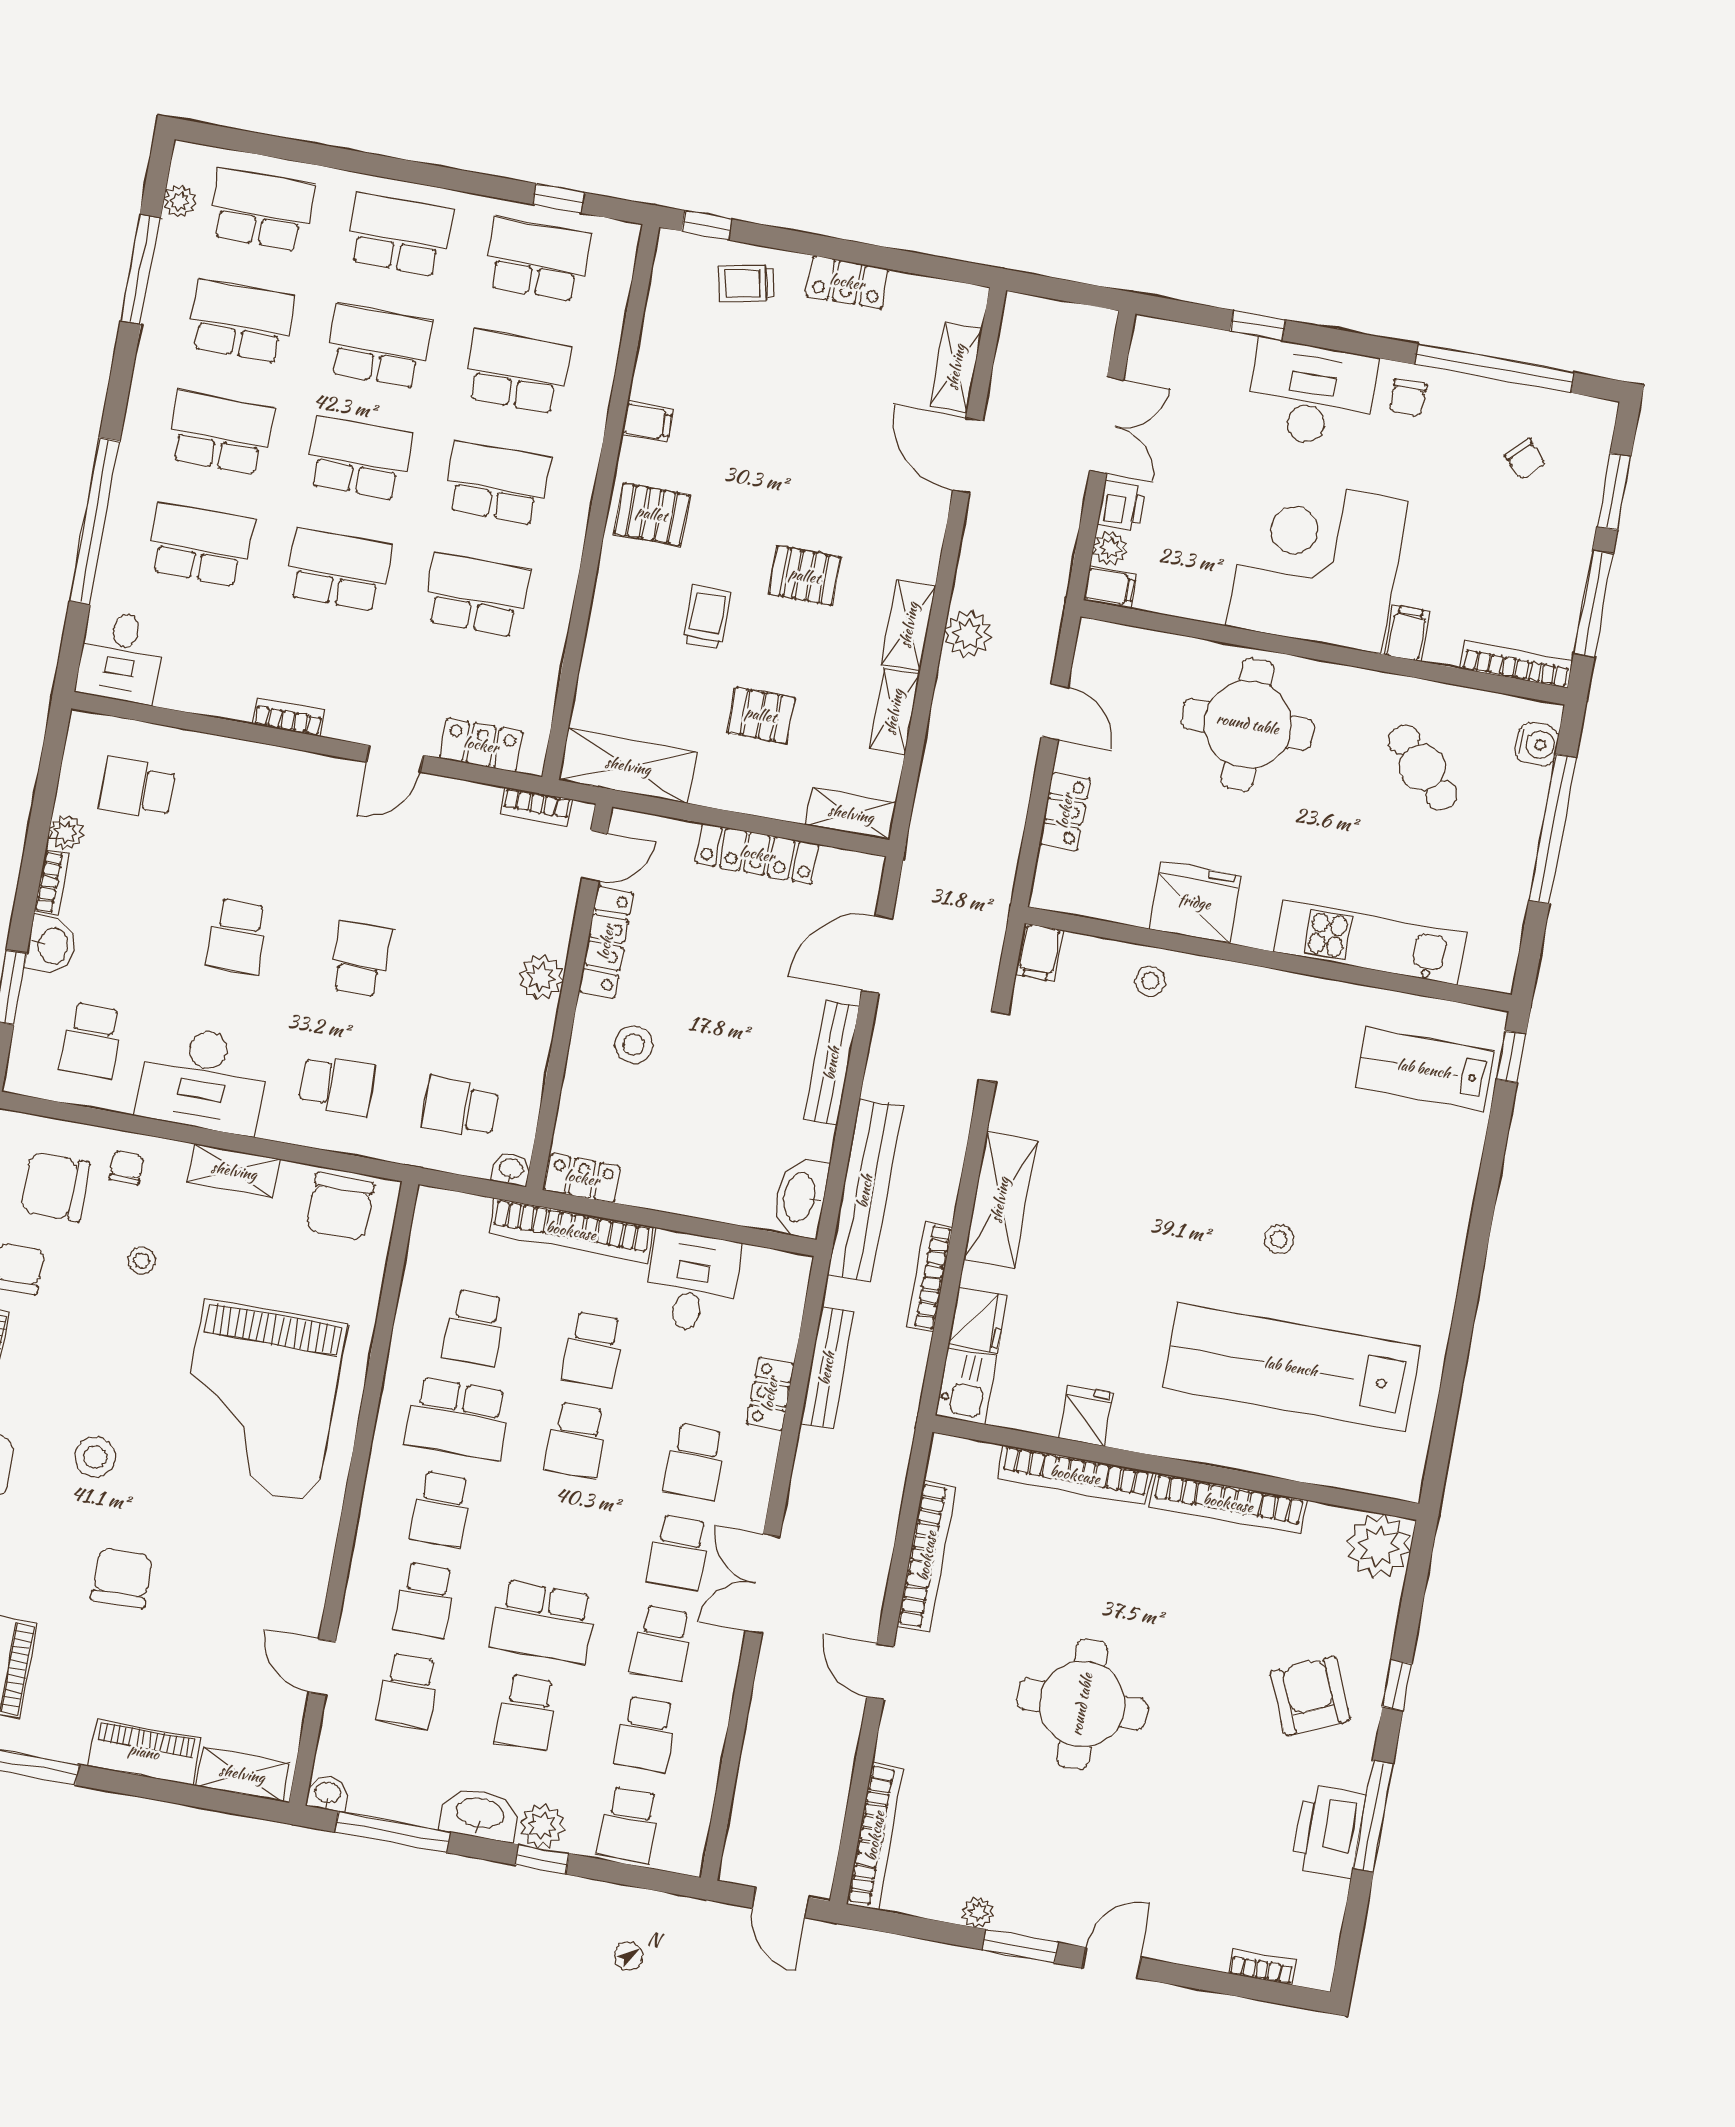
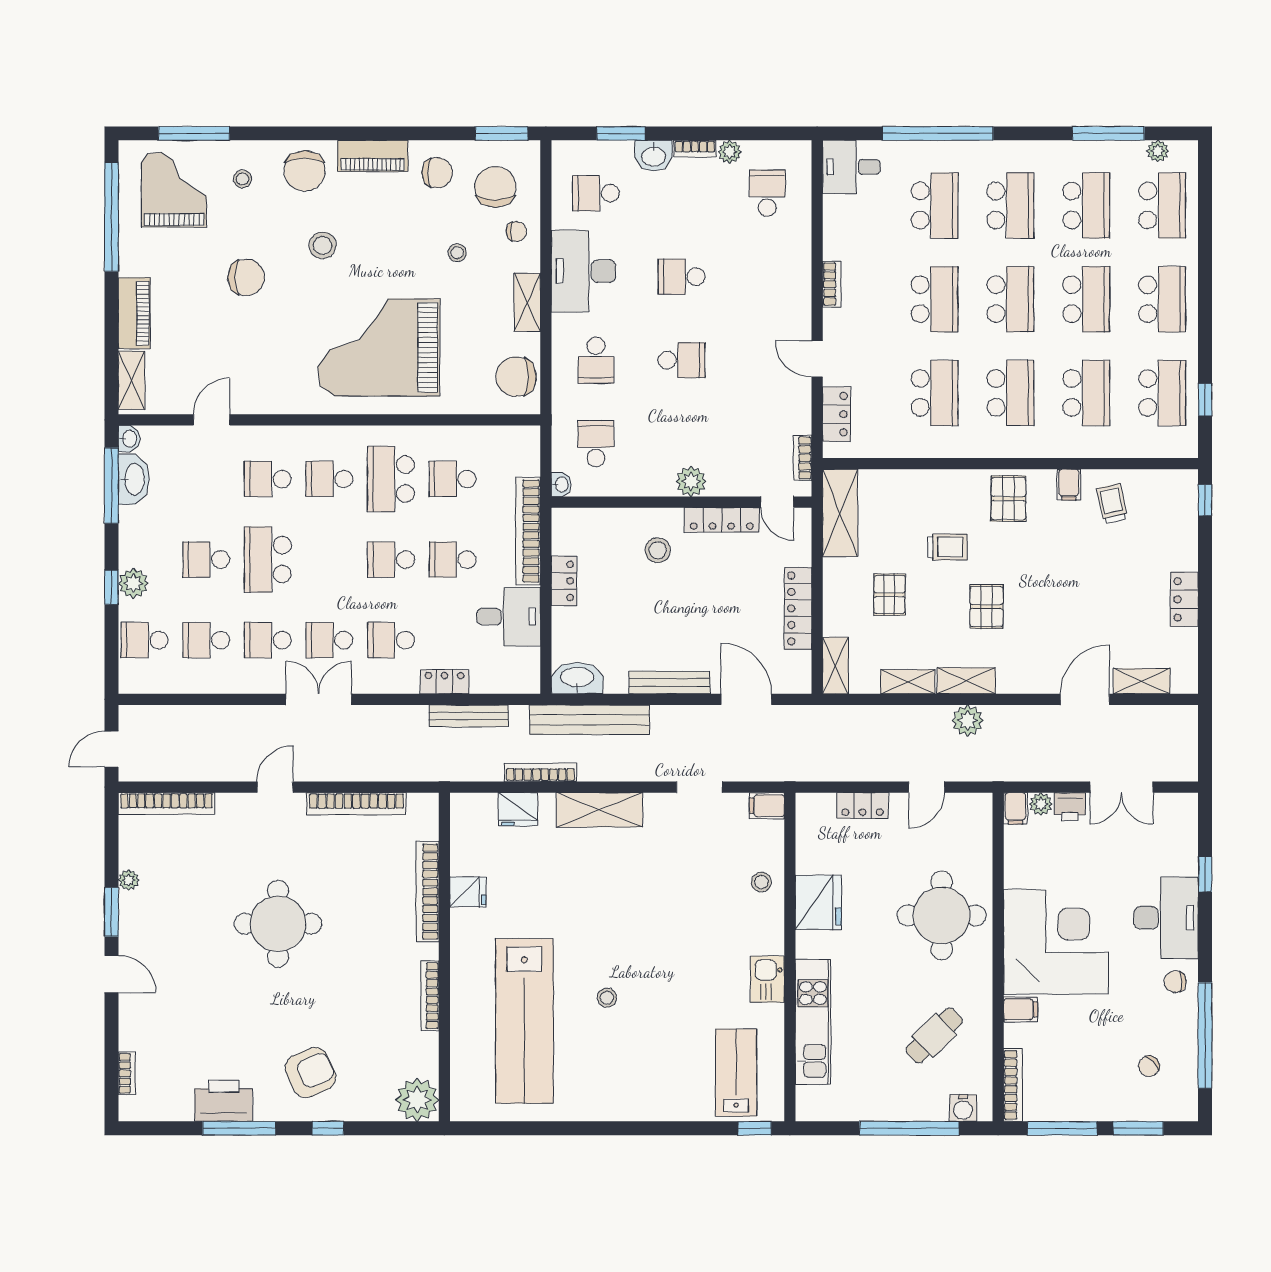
trolley: (746, 283) -> (1112, 503), moved
locker: (582, 1178) -> (564, 581), moved
lab bench: (1291, 1367) -> (524, 1021), turned 180
kitchen sink: (966, 1386) -> (767, 979), moved, turned 90
bookcase: (1228, 1503) -> (430, 996), width x0.68, depth x0.76
school desk: (408, 1691) -> (206, 479), removed
washbasin: (480, 1814) -> (134, 479), moved

